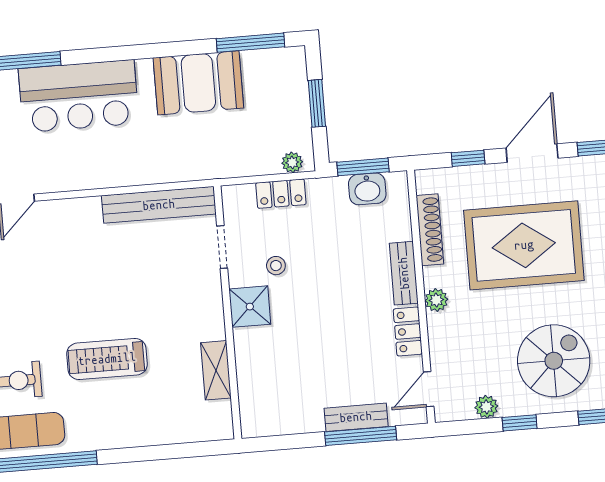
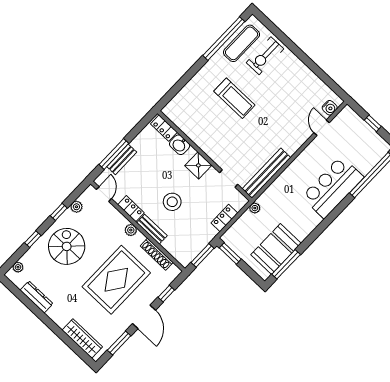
booth: (198, 83) -> (276, 249), moved
window: (317, 103) -> (230, 254), moved
plant: (292, 162) -> (255, 208), moved
washbasin: (367, 189) -> (180, 145), moved, turned -90
stool: (276, 266) -> (172, 202), moved, width x1.89, depth x1.89
treadmill: (107, 359) -> (234, 98), turned 90
spiral stairs: (554, 361) -> (67, 246), turned 180
shelving: (216, 370) -> (190, 130), removed
locker: (252, 408) -> (164, 128), added

